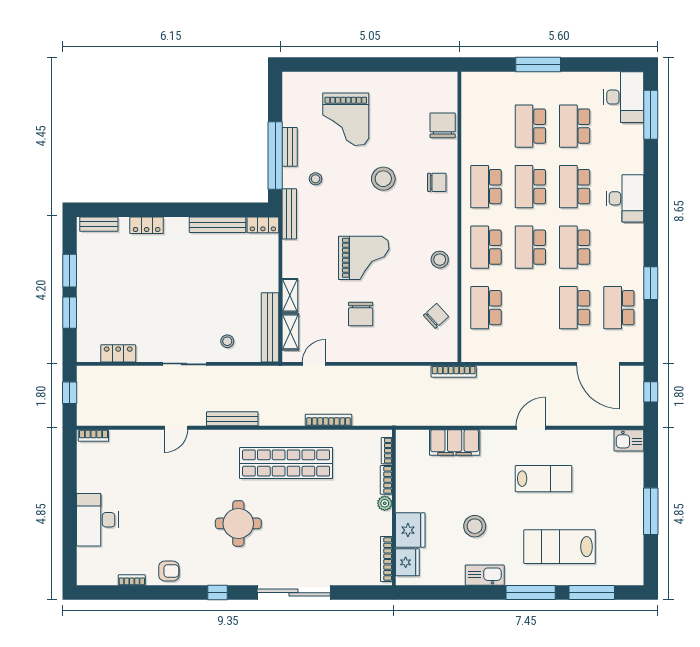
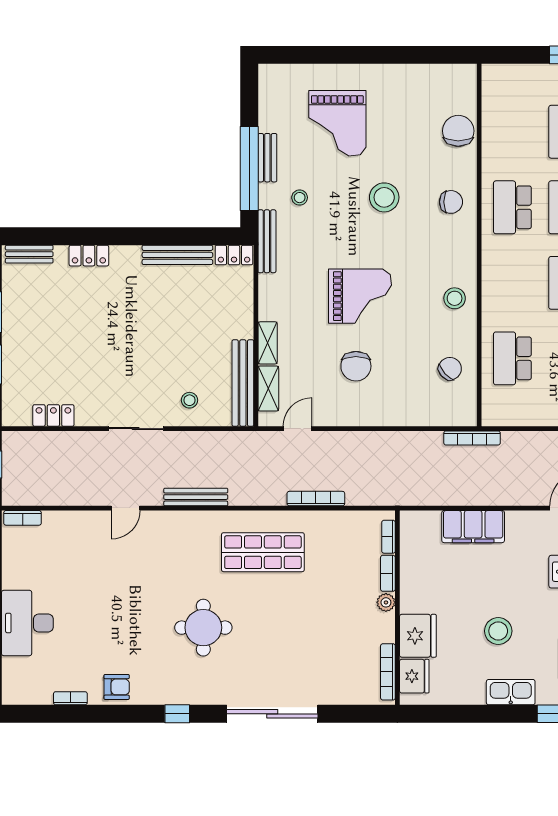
school desk: (486, 247) -> (512, 283), removed
shop shelf: (286, 463) -> (263, 552), width x0.71

